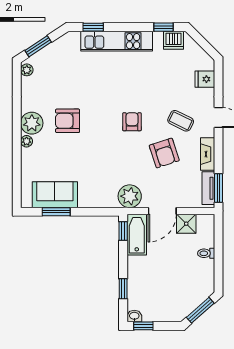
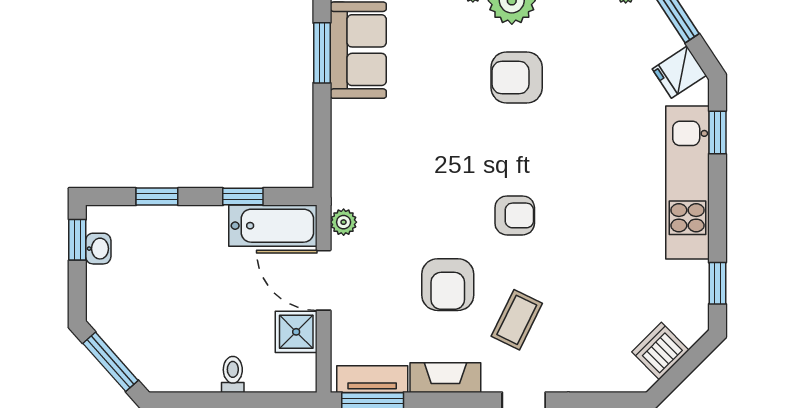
dishwasher: (174, 40) -> (660, 351), moved, turned 45
fridge: (205, 79) -> (679, 72), moved, turned -123
armchair: (68, 121) -> (517, 77), turned -90
armchair: (164, 153) -> (448, 285), turned -72
plant: (130, 196) -> (344, 222), width x0.53, depth x0.53
window: (123, 231) -> (243, 197), moved
washbasin: (134, 316) -> (98, 249), moved

